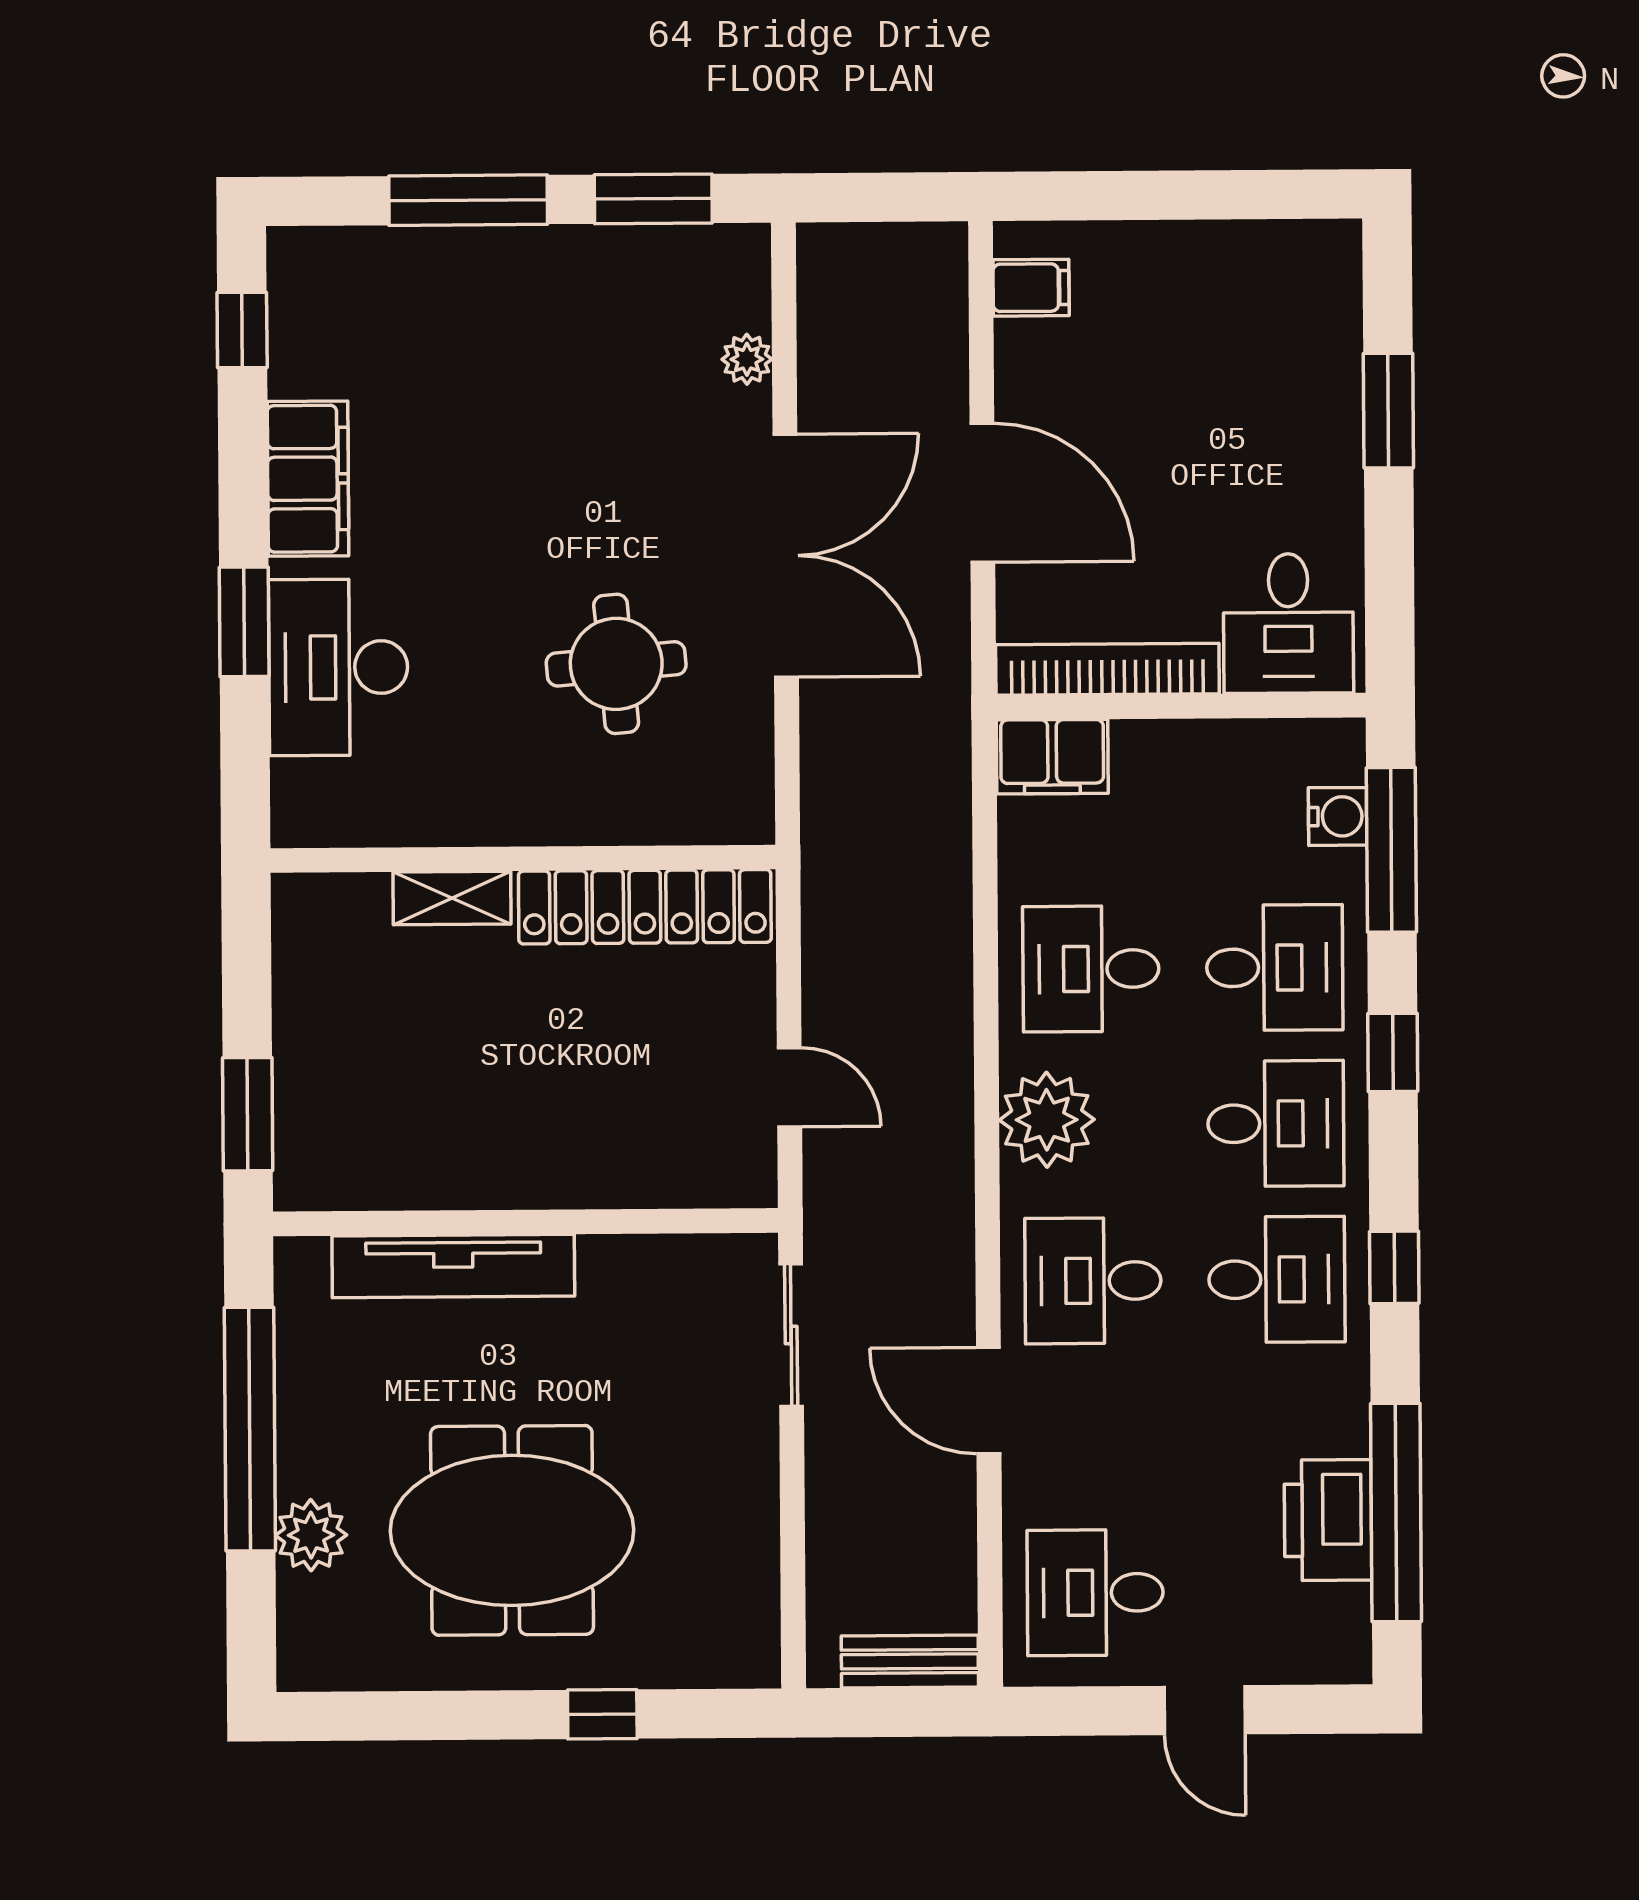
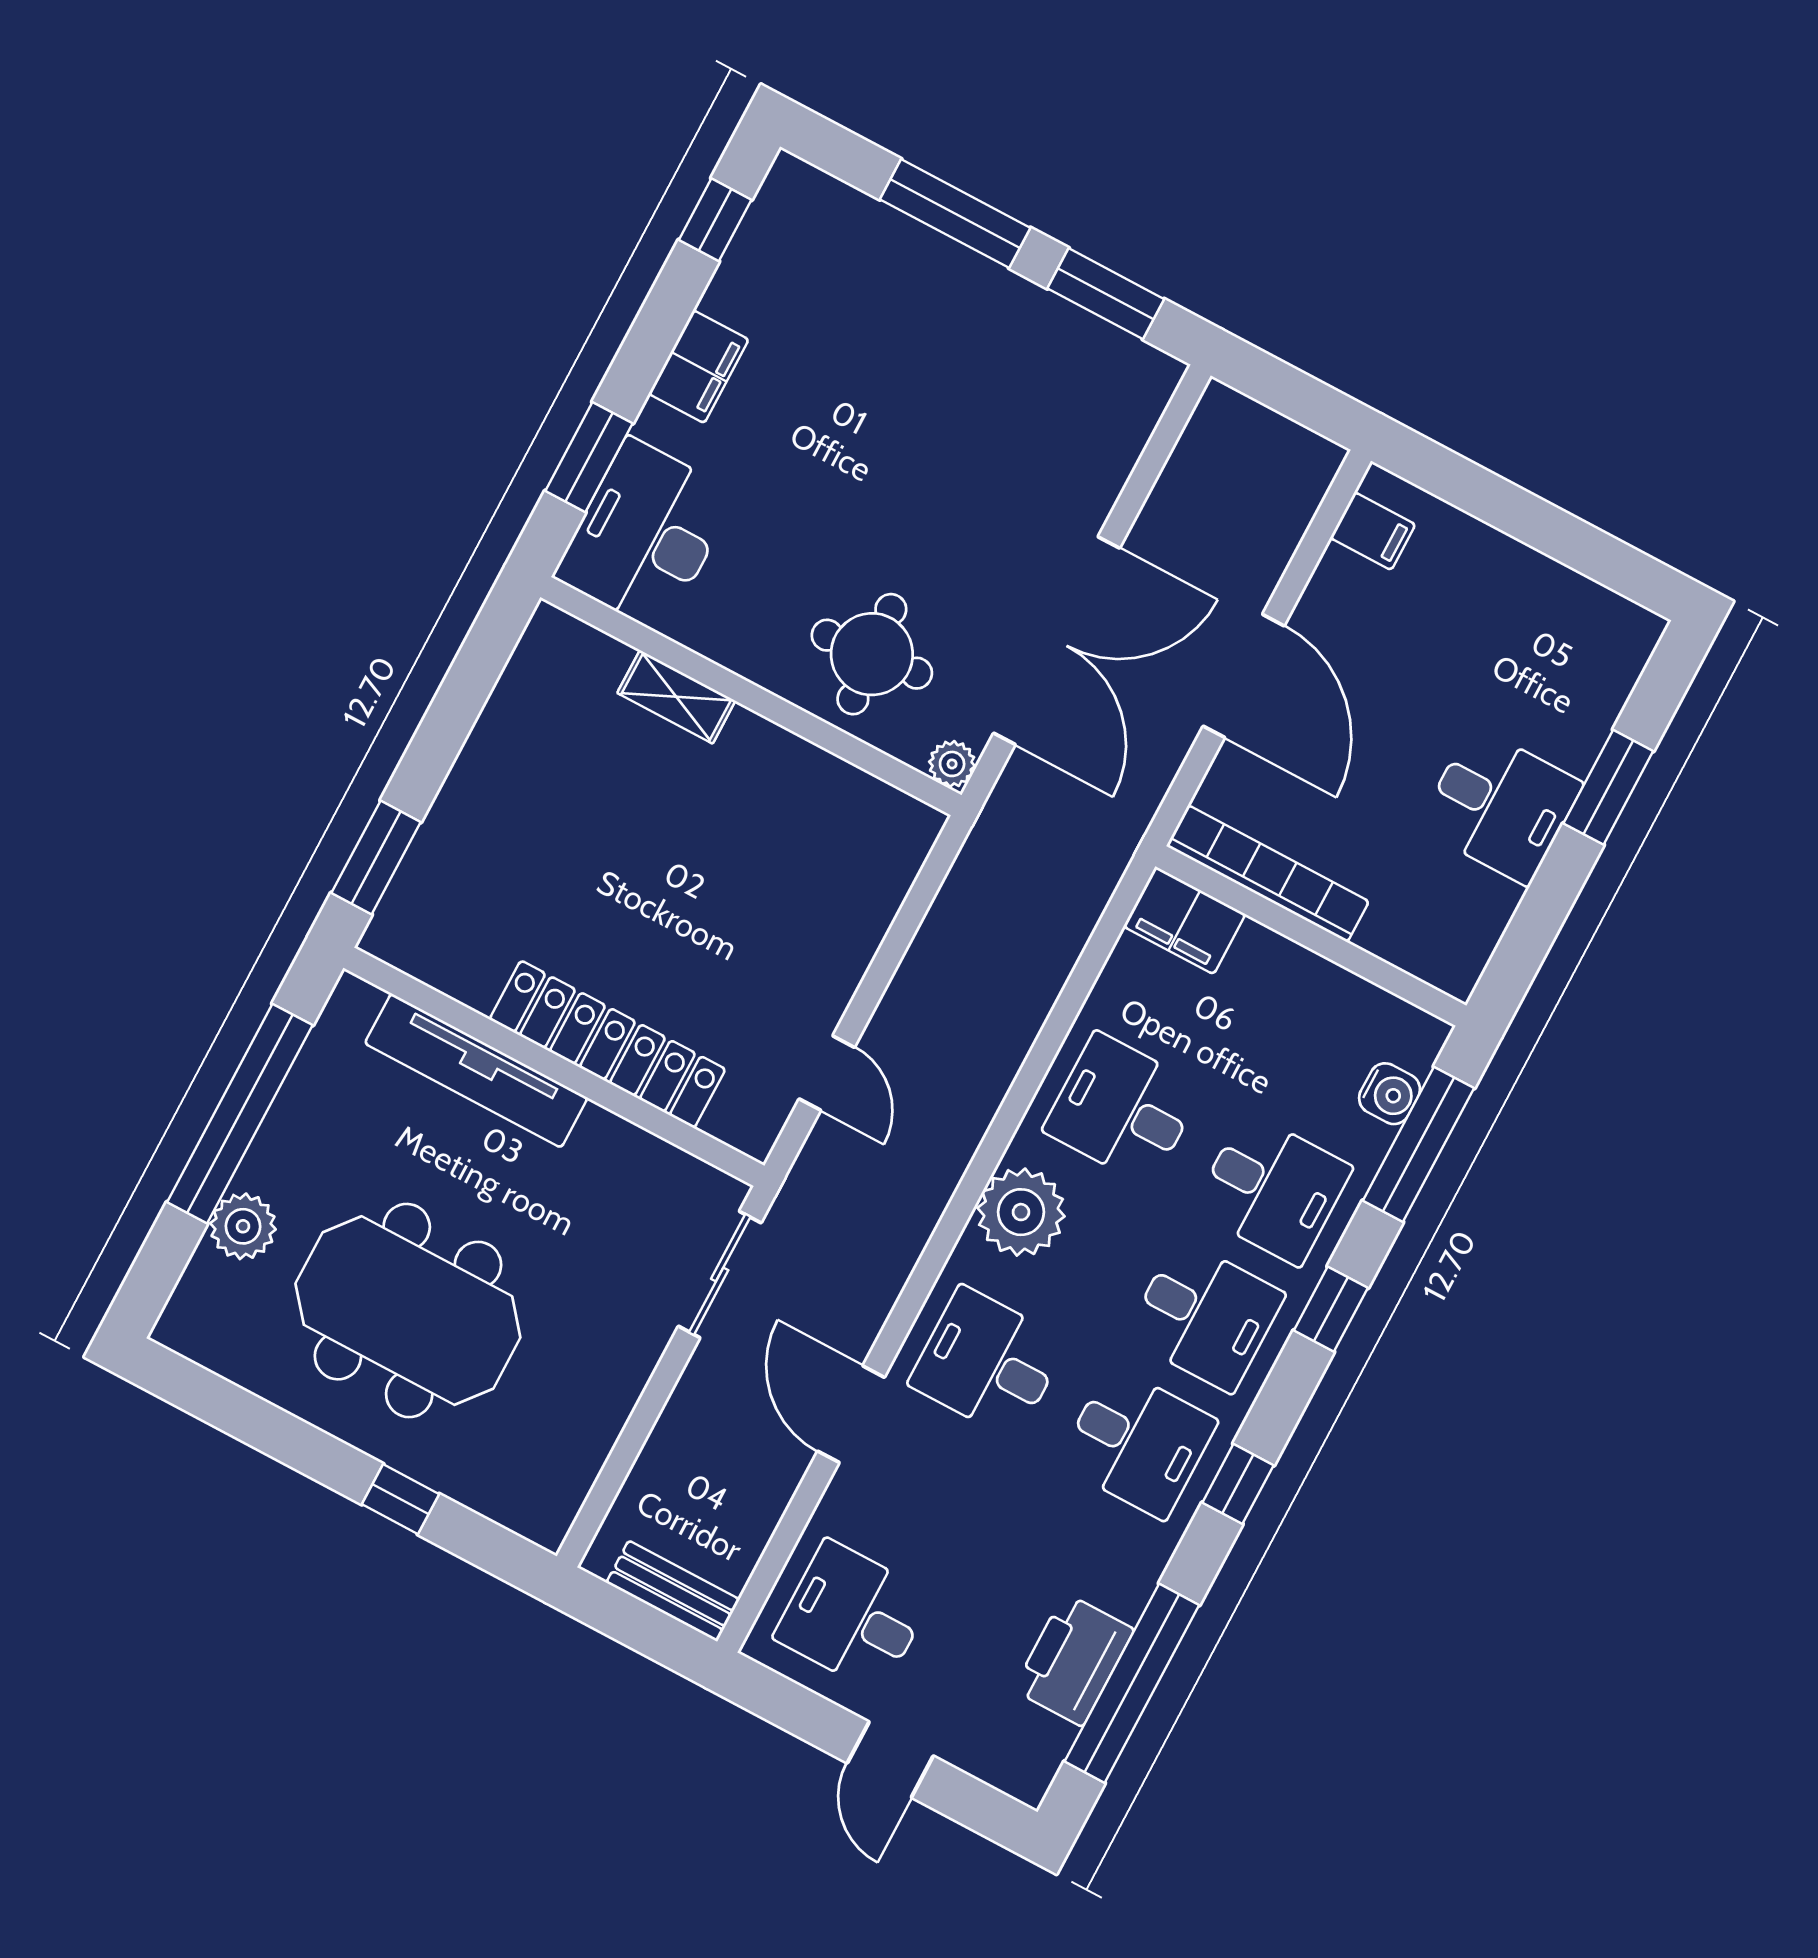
plant: (747, 359) -> (952, 764), moved
filing cabinet: (308, 479) -> (699, 367), width x0.67, depth x0.86
desk: (1288, 624) -> (1500, 805), moved, turned -90
wall: (523, 859) -> (751, 696), moved
shelving: (452, 898) -> (676, 697), moved
locker: (645, 907) -> (607, 1044), moved, turned 180

